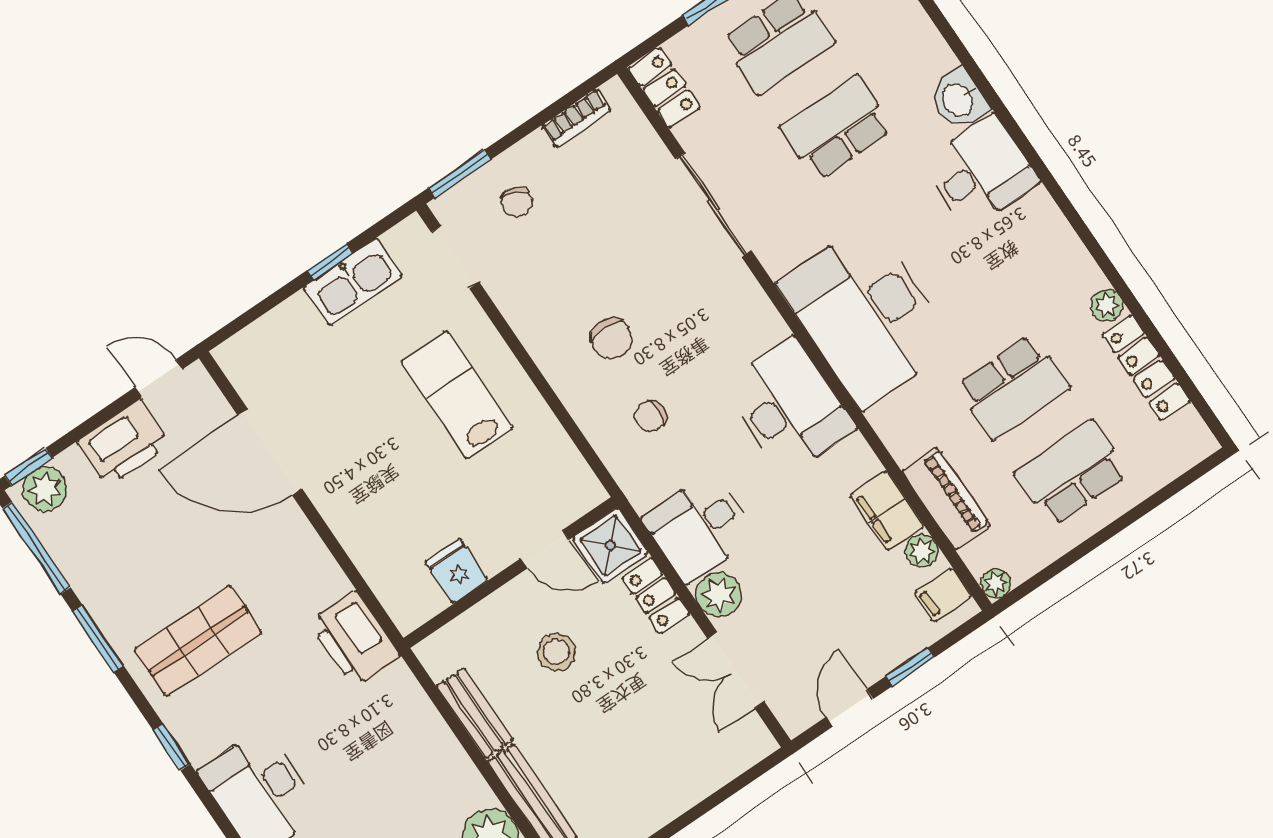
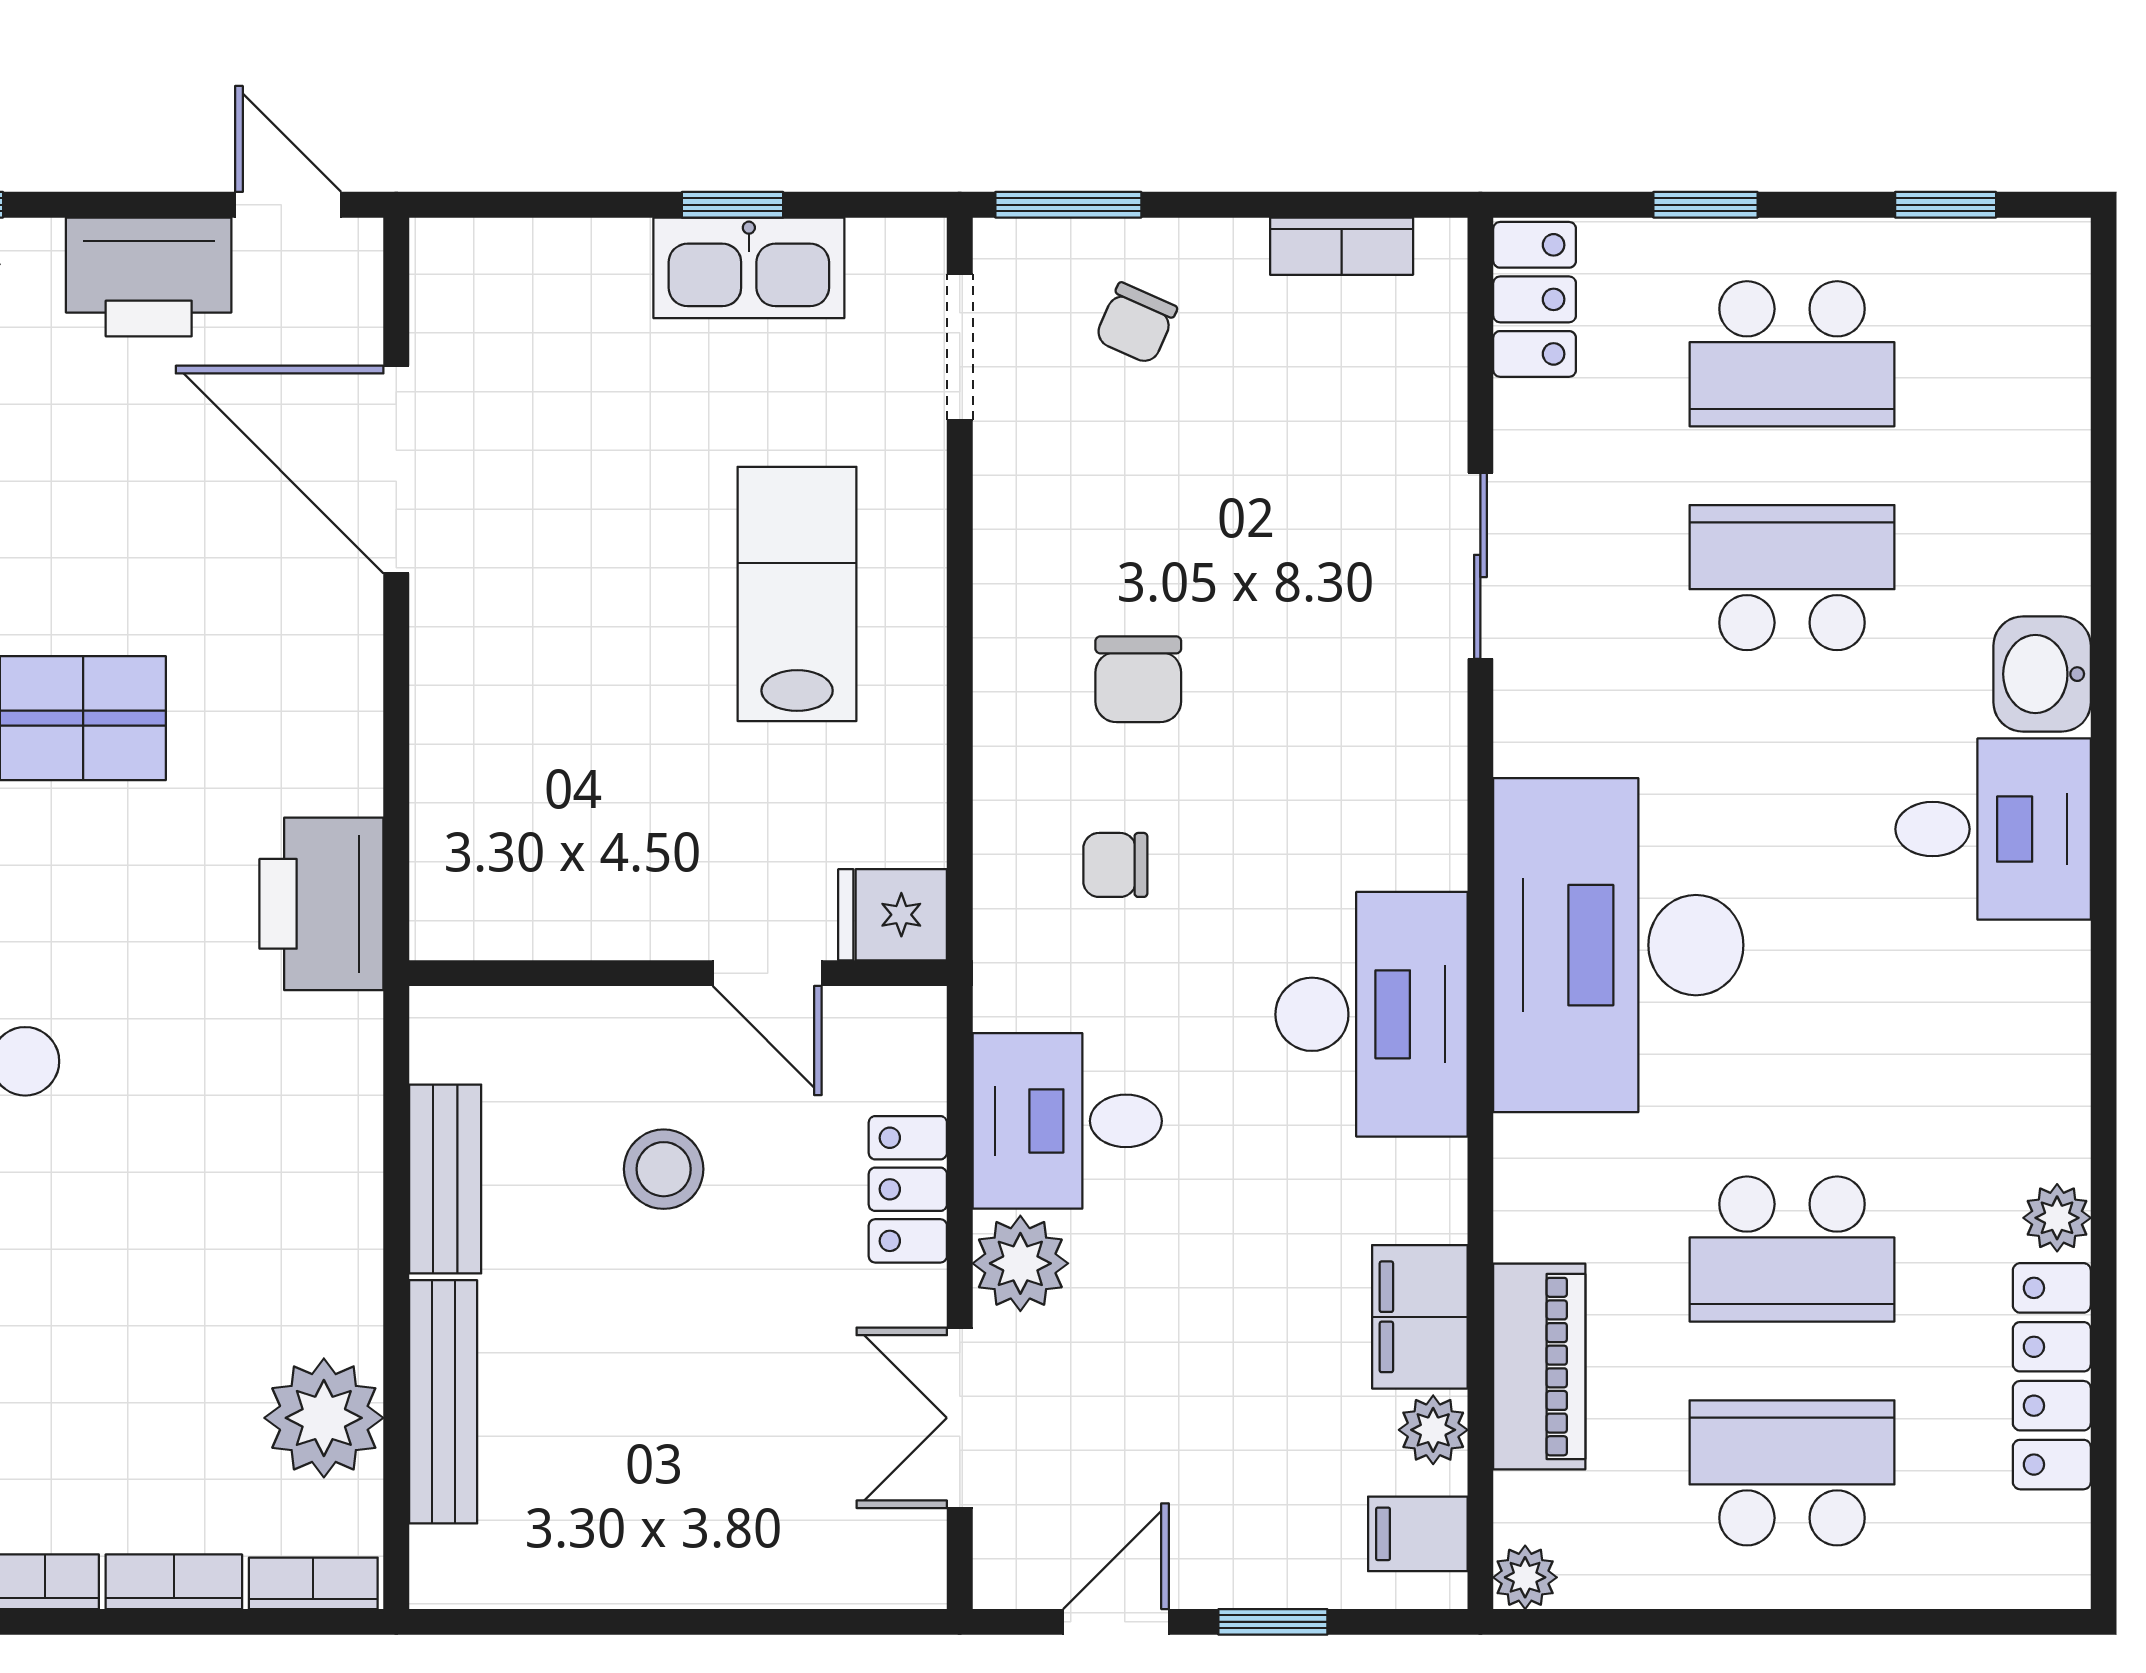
sliding door: (713, 205) -> (1480, 566), width x0.73
shower: (610, 545) -> (887, 1046), removed
fridge: (457, 571) -> (893, 915), moved, turned -90

